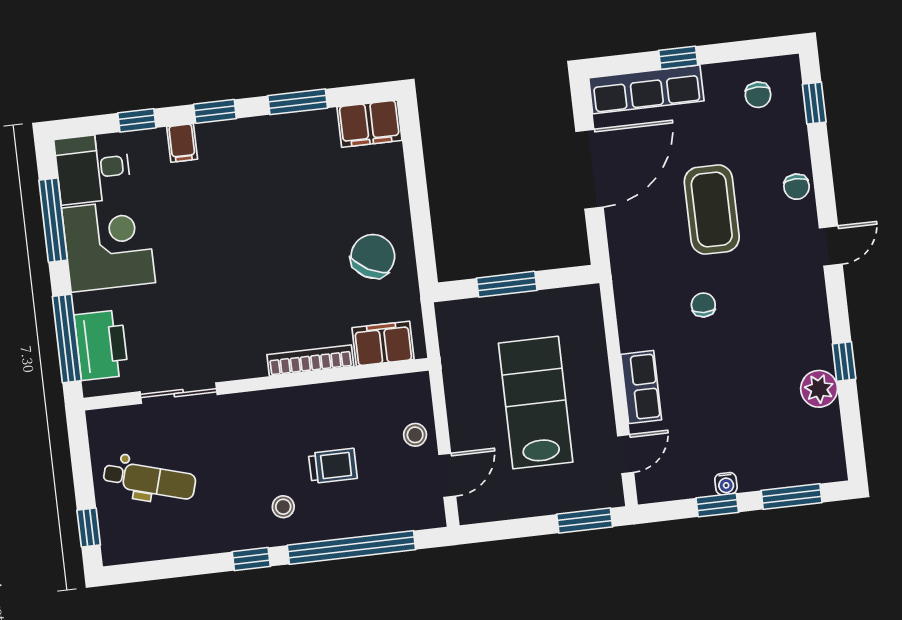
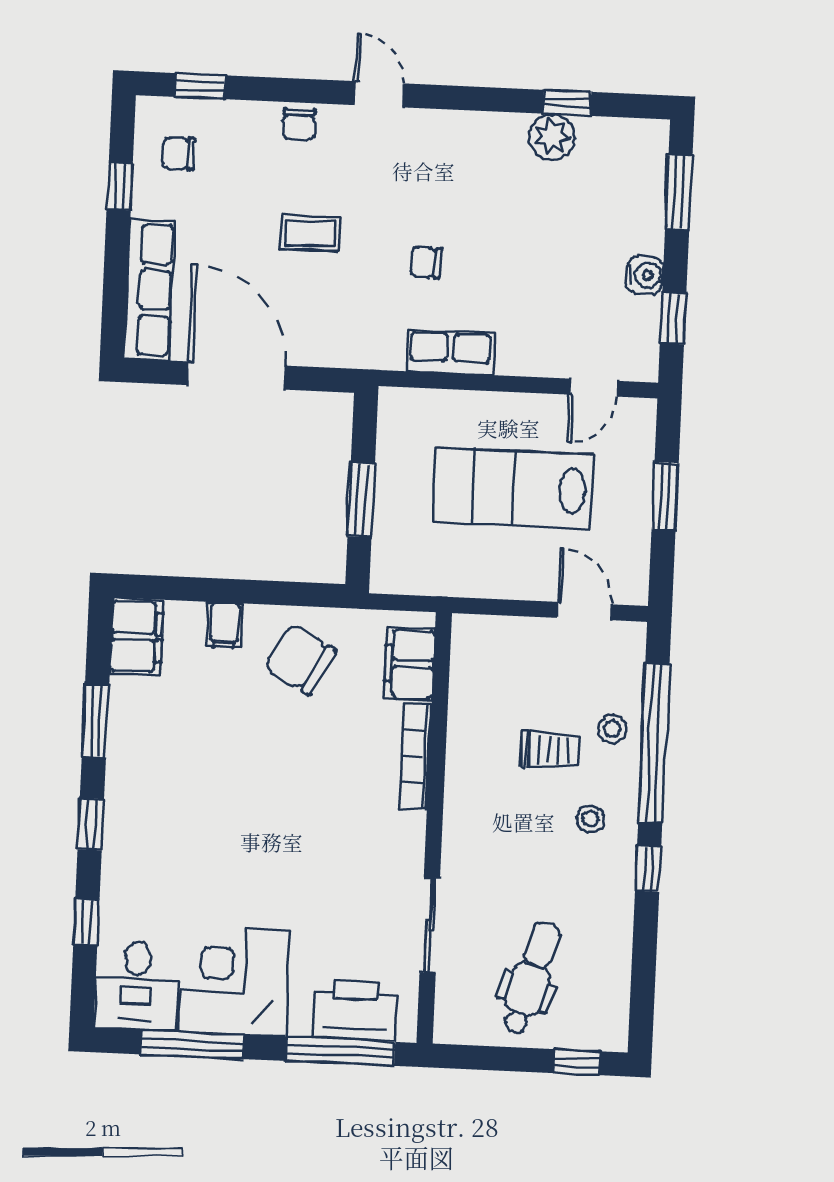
window: (678, 58) -> (120, 187), moved
chair: (758, 95) -> (178, 154), turned 180
filing cabinet: (182, 143) -> (224, 625), moved, turned 90
chair: (797, 187) -> (299, 124), turned 90
coffee table: (712, 210) -> (310, 233), width x0.54, depth x0.58
window: (844, 361) -> (567, 103), moved
row of seats: (641, 387) -> (450, 352), moved
stool: (415, 435) -> (612, 729), moved
door: (626, 454) -> (594, 388), swing flipped
trolley: (333, 466) -> (550, 750), turned 90
water cooler: (726, 484) -> (645, 275), width x1.38, depth x1.38
window: (717, 505) -> (673, 318), moved
window: (585, 520) -> (665, 496), moved

